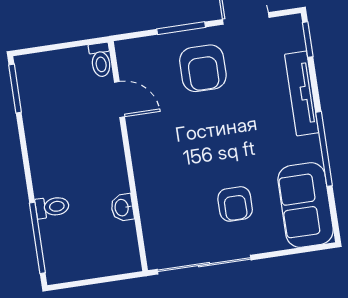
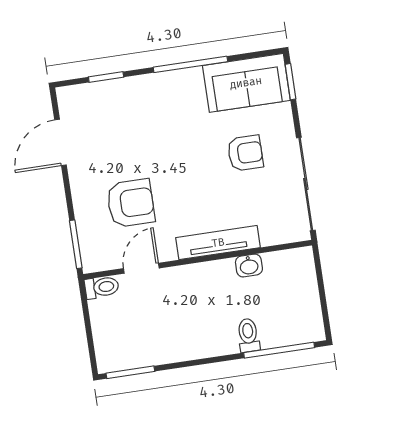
window: (181, 28) -> (76, 244), moved
window: (308, 40) -> (106, 77), moved
armchair: (203, 68) -> (131, 203), moved
tv unit: (302, 93) -> (218, 243), moved, turned 180
window: (307, 249) -> (290, 82), added

